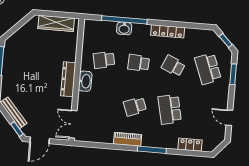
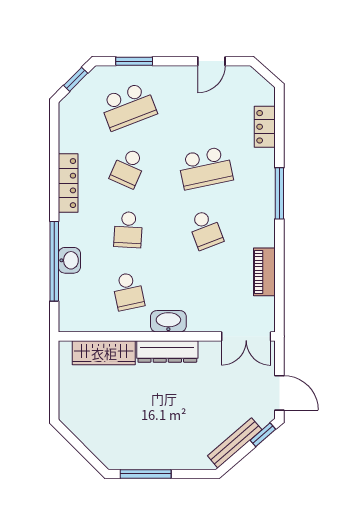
wardrobe: (56, 23) -> (104, 353), moved, turned 90
piano: (128, 139) -> (264, 272), moved

